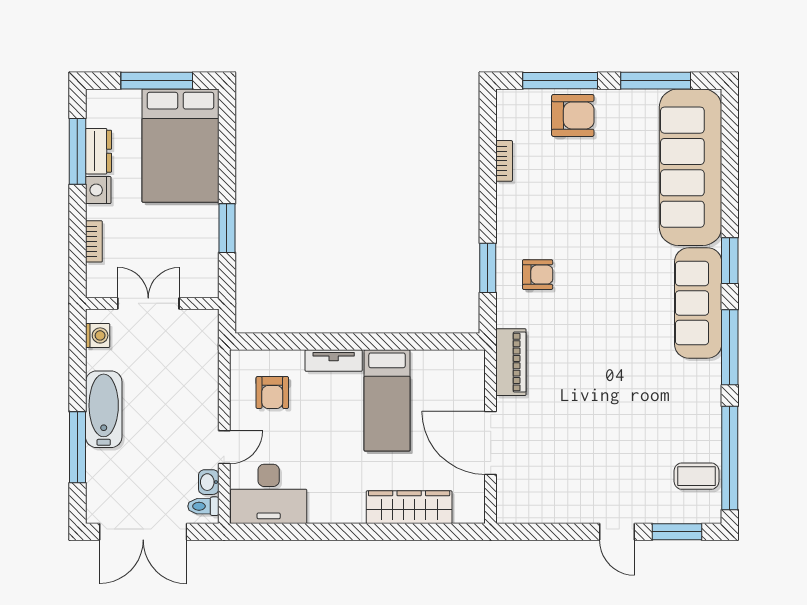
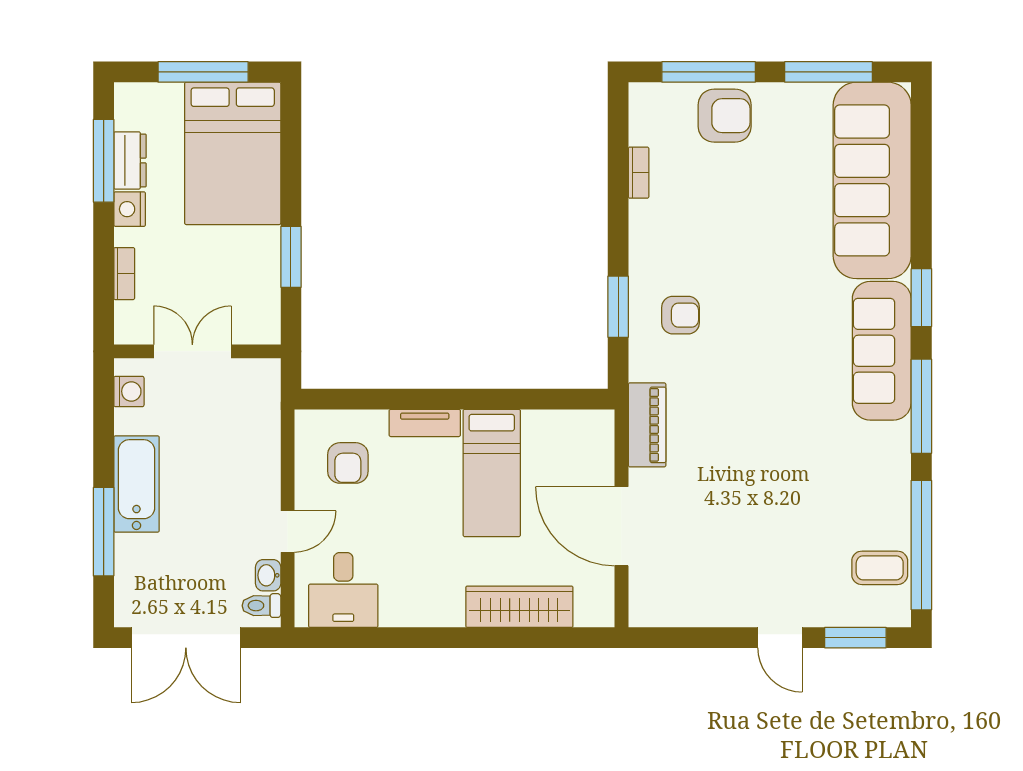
desk: (269, 494) -> (343, 590), width x0.73

